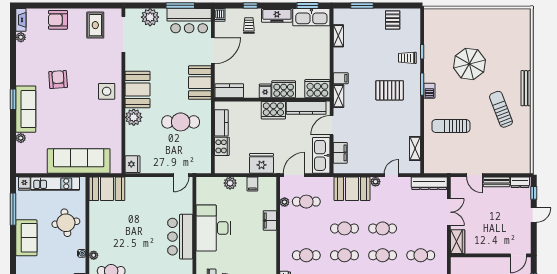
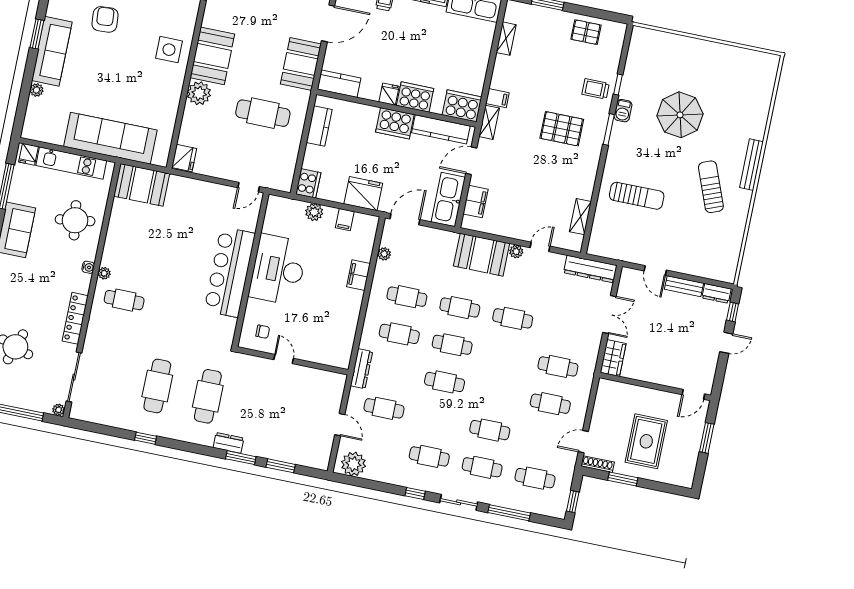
pallet: (393, 20) -> (586, 32), turned 90
barbecue: (429, 91) -> (623, 111), moved
sun lounger: (451, 126) -> (637, 196), turned 180
cooker: (222, 146) -> (308, 183), moved
cafe table: (306, 202) -> (407, 297), moved
bar counter: (180, 237) -> (230, 272), width x1.36
cafe table: (383, 255) -> (505, 356), removed

